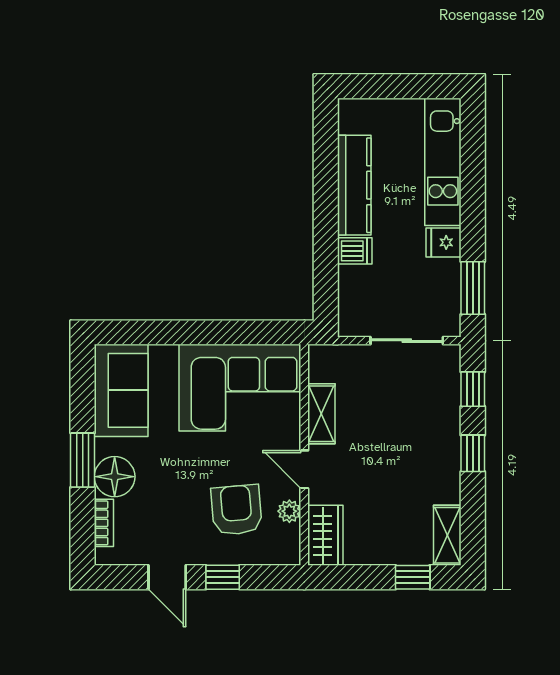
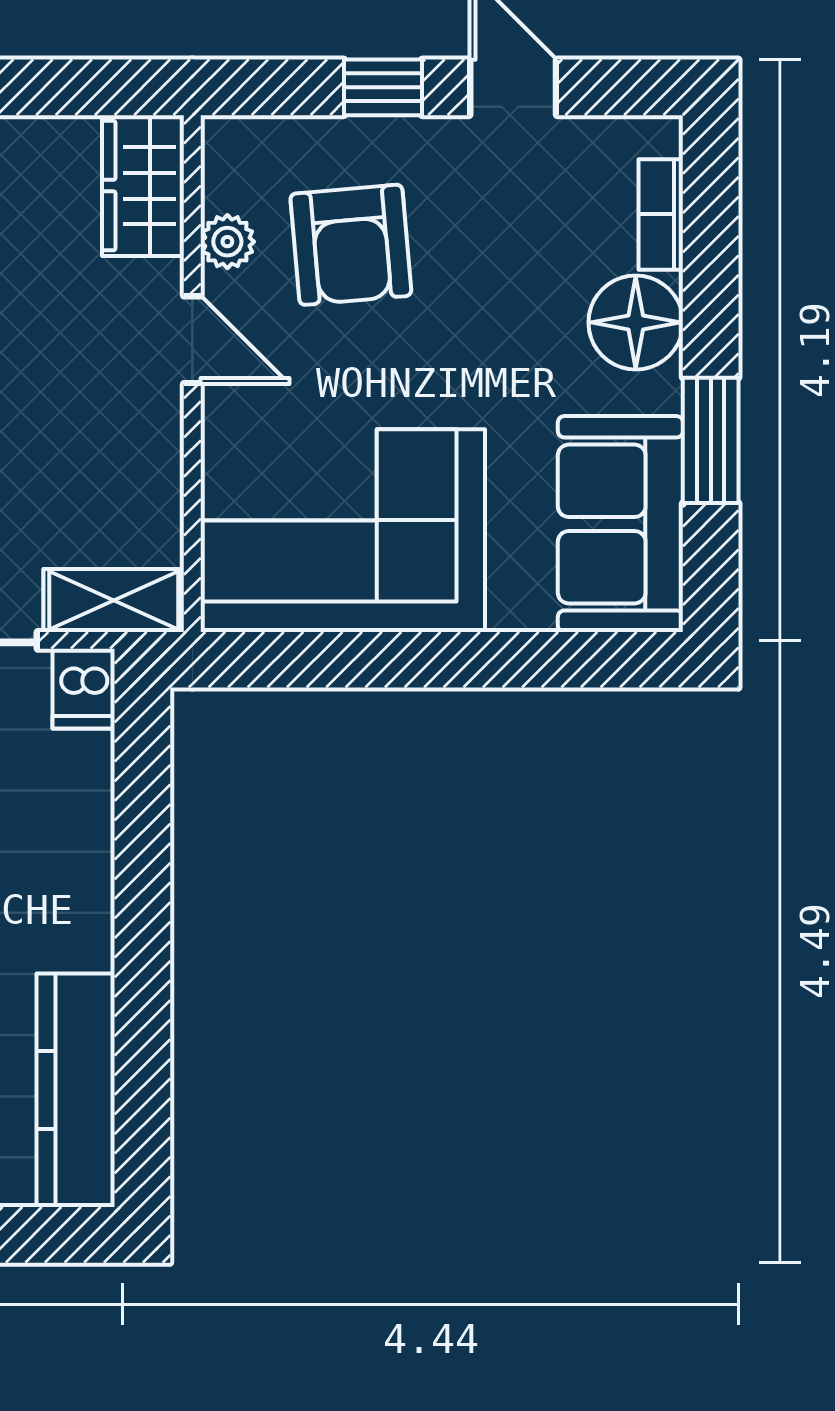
kitchen counter: (354, 185) -> (76, 1090), moved
dishwasher: (355, 251) -> (84, 689), moved, turned -90
shelving: (321, 414) -> (114, 600), moved, turned 90
window: (83, 460) -> (711, 440), moved

